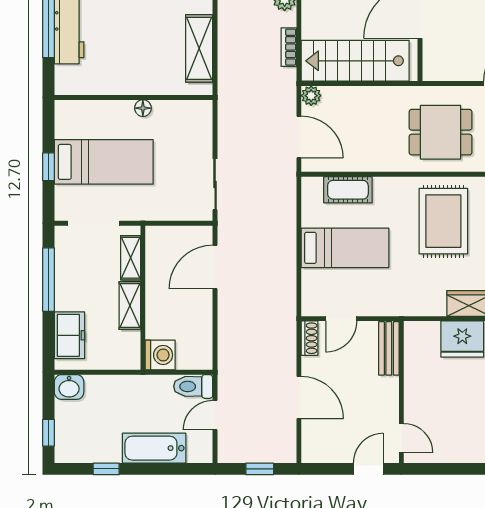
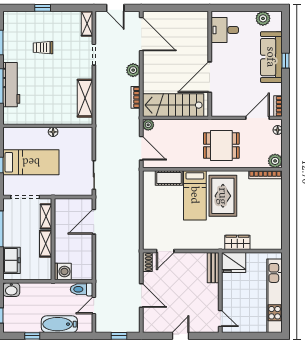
bed: (345, 248) -> (195, 195), moved, turned 90
bench: (389, 348) -> (213, 268), moved
wall: (401, 392) -> (220, 292), moved
door: (401, 438) -> (220, 318), moved

